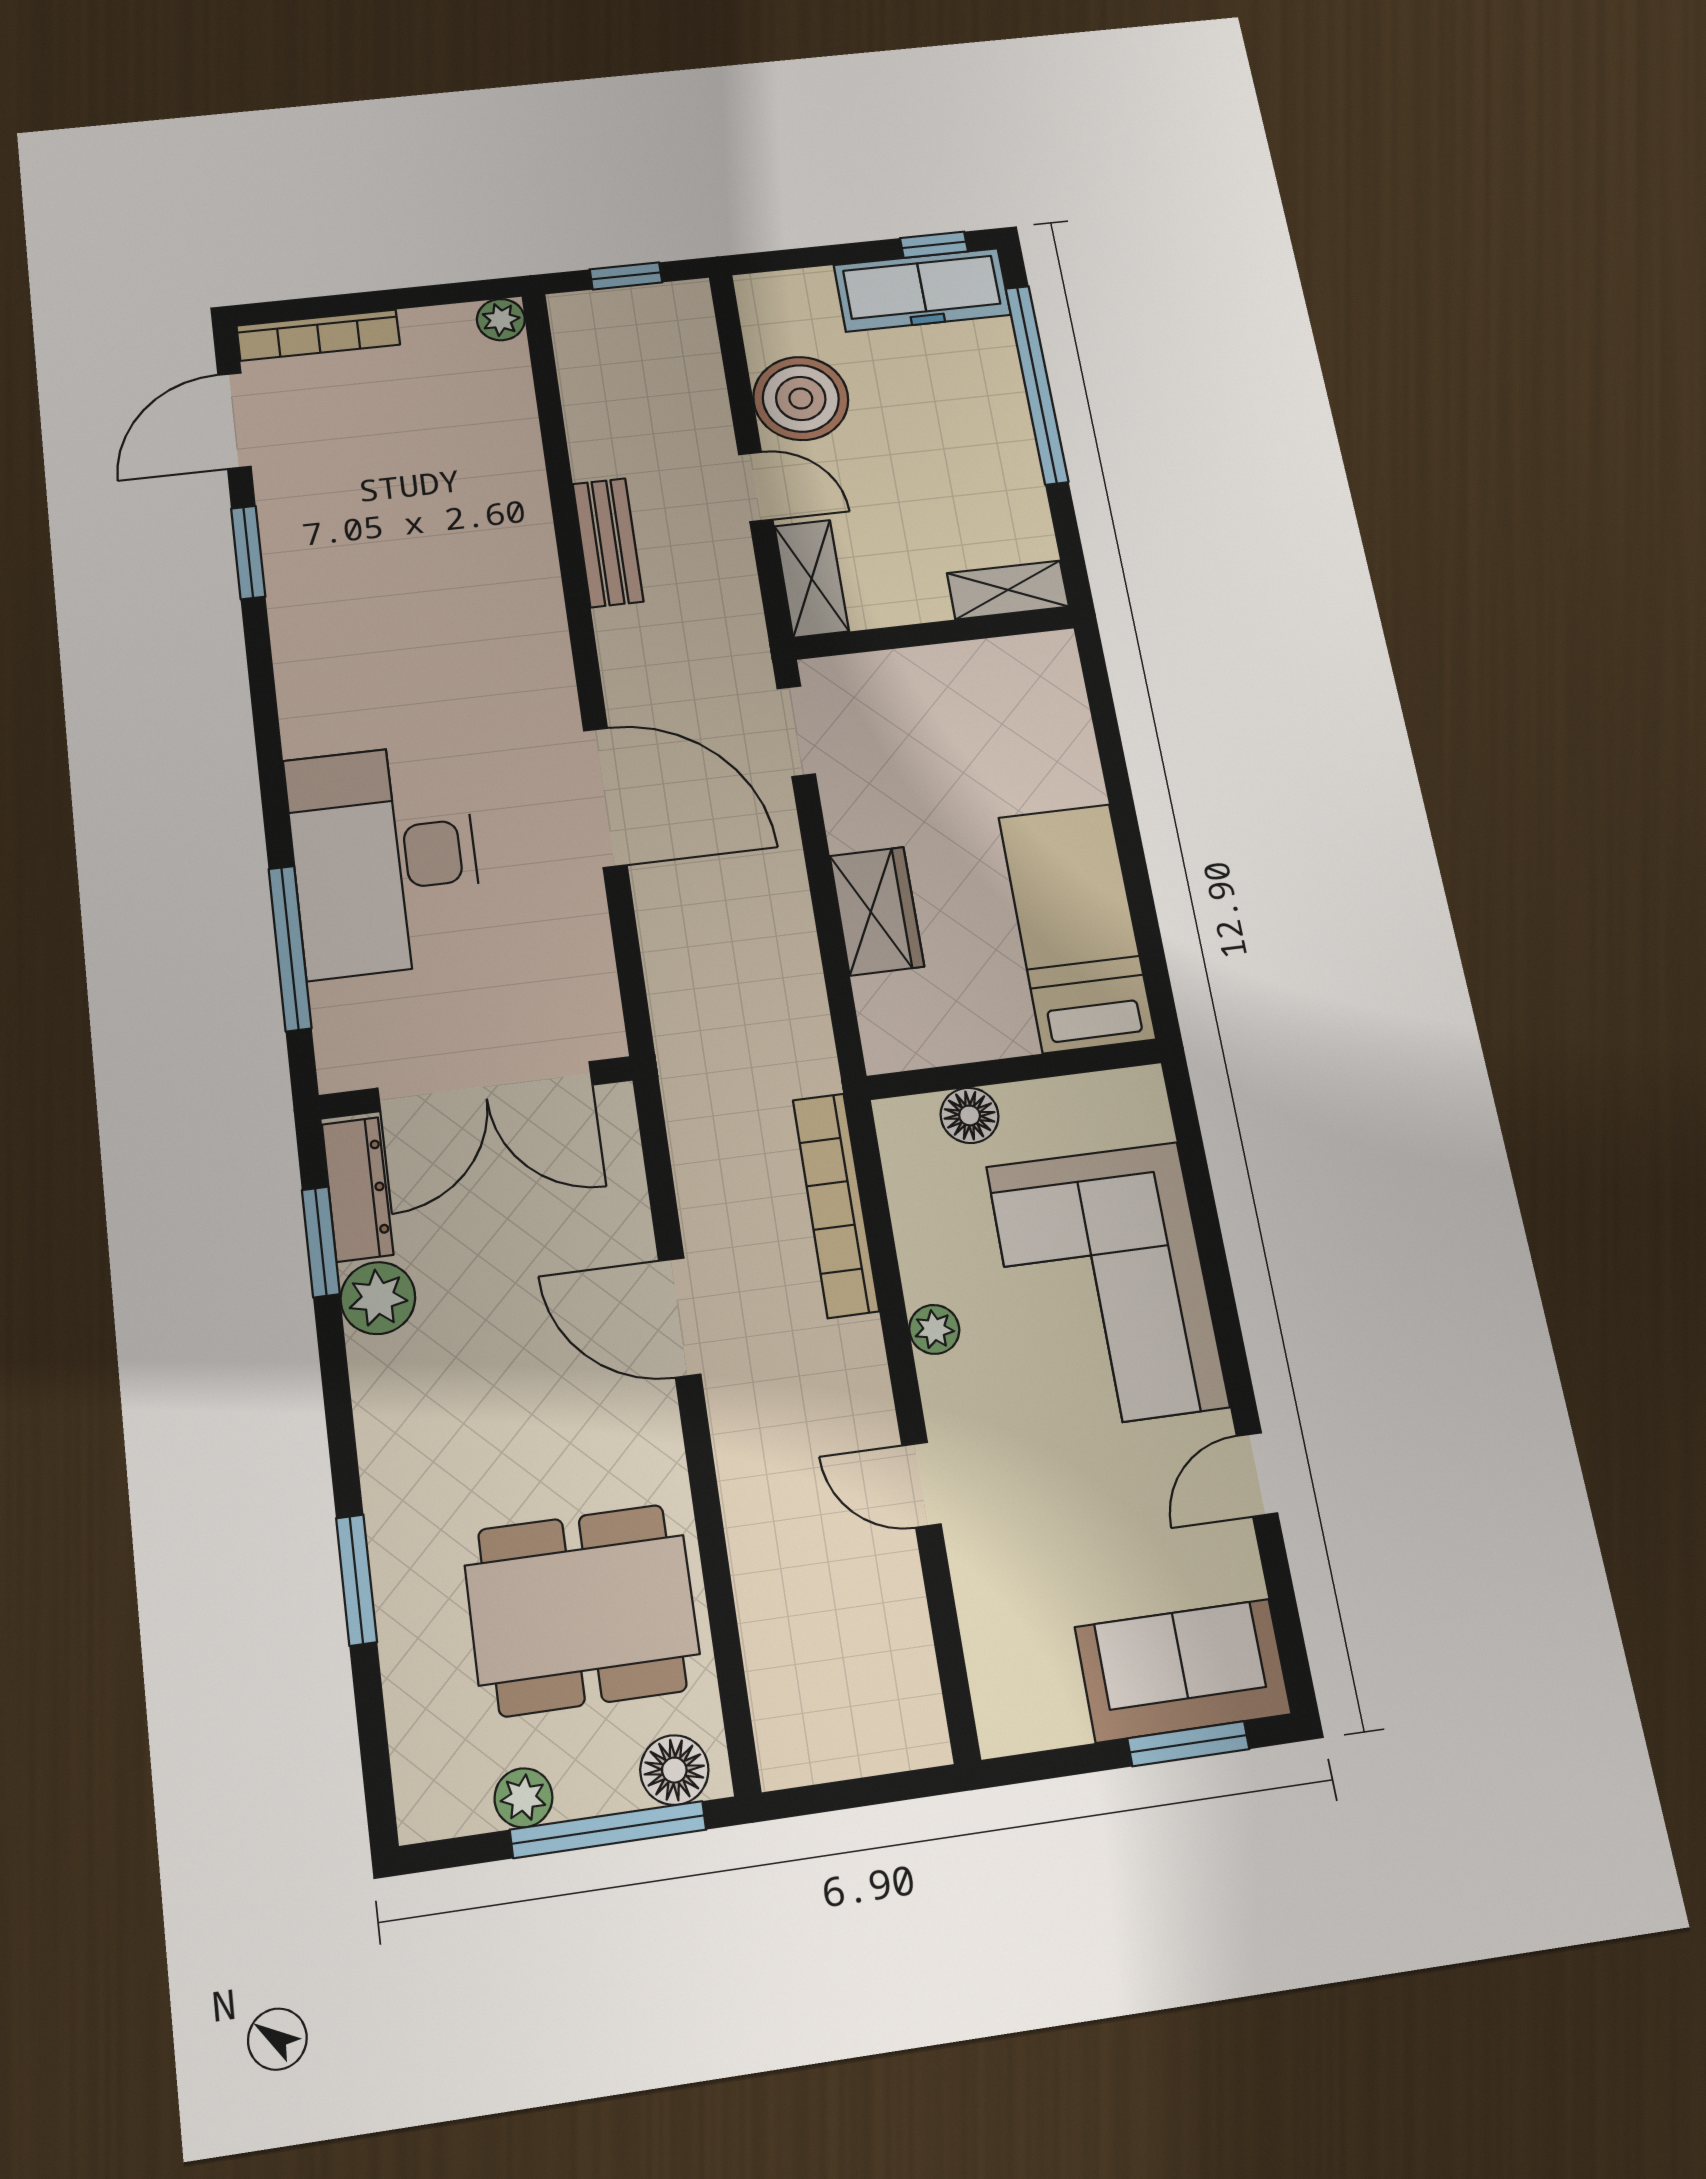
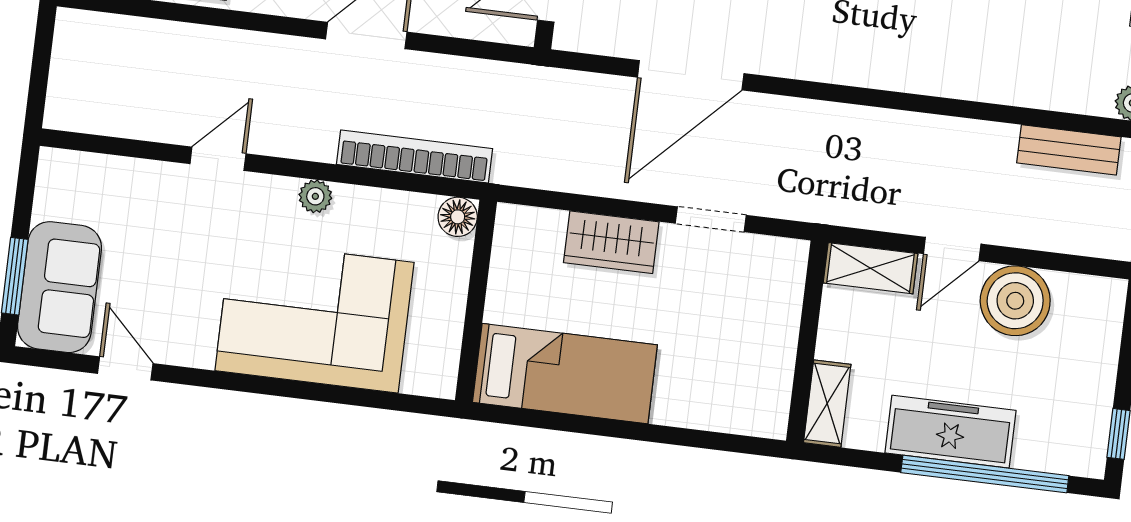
freezer: (922, 290) -> (950, 432), moved, turned 90
bench: (608, 542) -> (1069, 150), moved
doorway: (796, 731) -> (711, 219), moved
door: (605, 797) -> (691, 75), moved
floor lamp: (970, 1115) -> (458, 217), moved
door: (1257, 1474) -> (125, 368), moved

